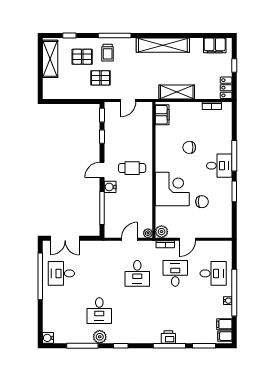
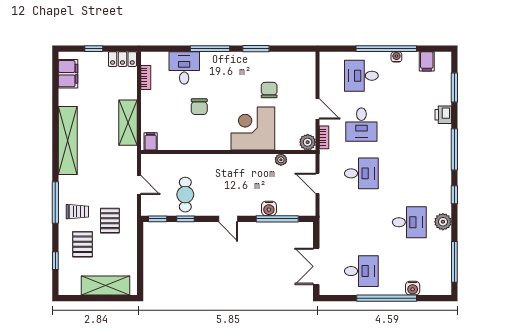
shelving: (50, 59) -> (105, 286), moved
filing cabinet: (162, 115) -> (151, 141), width x0.50
desk: (219, 166) -> (184, 68), moved
cafe table: (132, 168) -> (185, 195), moved
water cooler: (110, 187) -> (269, 208), moved
plant: (148, 233) -> (281, 160), moved
double door: (65, 238) -> (316, 266), swing flipped
desk: (61, 273) -> (361, 271), turned -90
desk: (175, 273) -> (361, 125), turned -90
desk: (213, 273) -> (361, 76), turned -90
window: (40, 276) -> (387, 298), moved
filing cabinet: (225, 336) -> (442, 61), removed
printer: (168, 337) -> (443, 115), moved
water cooler: (48, 338) -> (413, 288), moved
window: (82, 346) -> (454, 262), moved
window: (169, 346) -> (454, 149), moved

